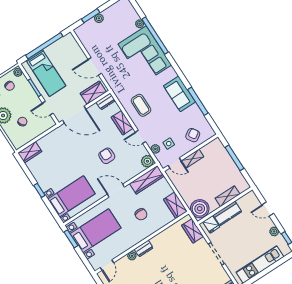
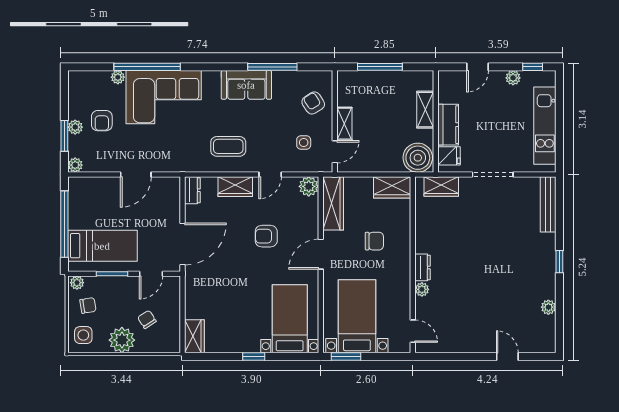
armchair: (111, 30) -> (102, 121), added
wardrobe: (93, 93) -> (170, 199), removed
plant: (155, 149) -> (75, 165), moved

